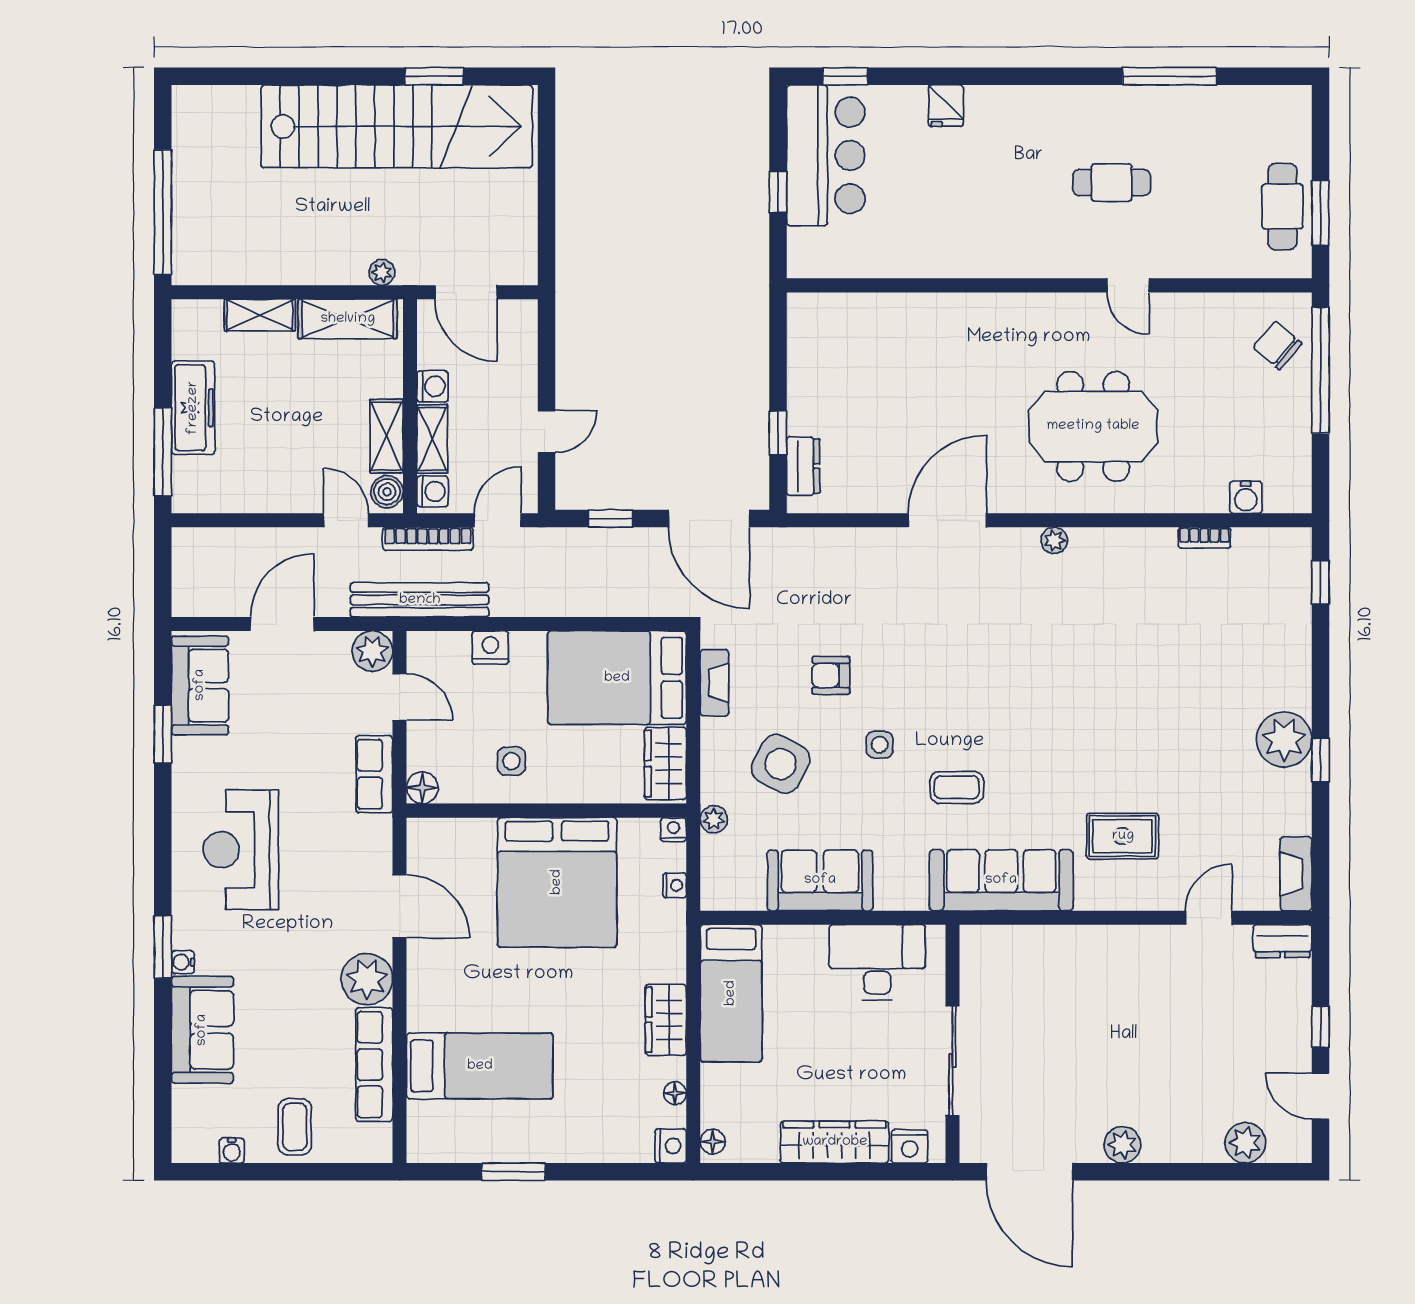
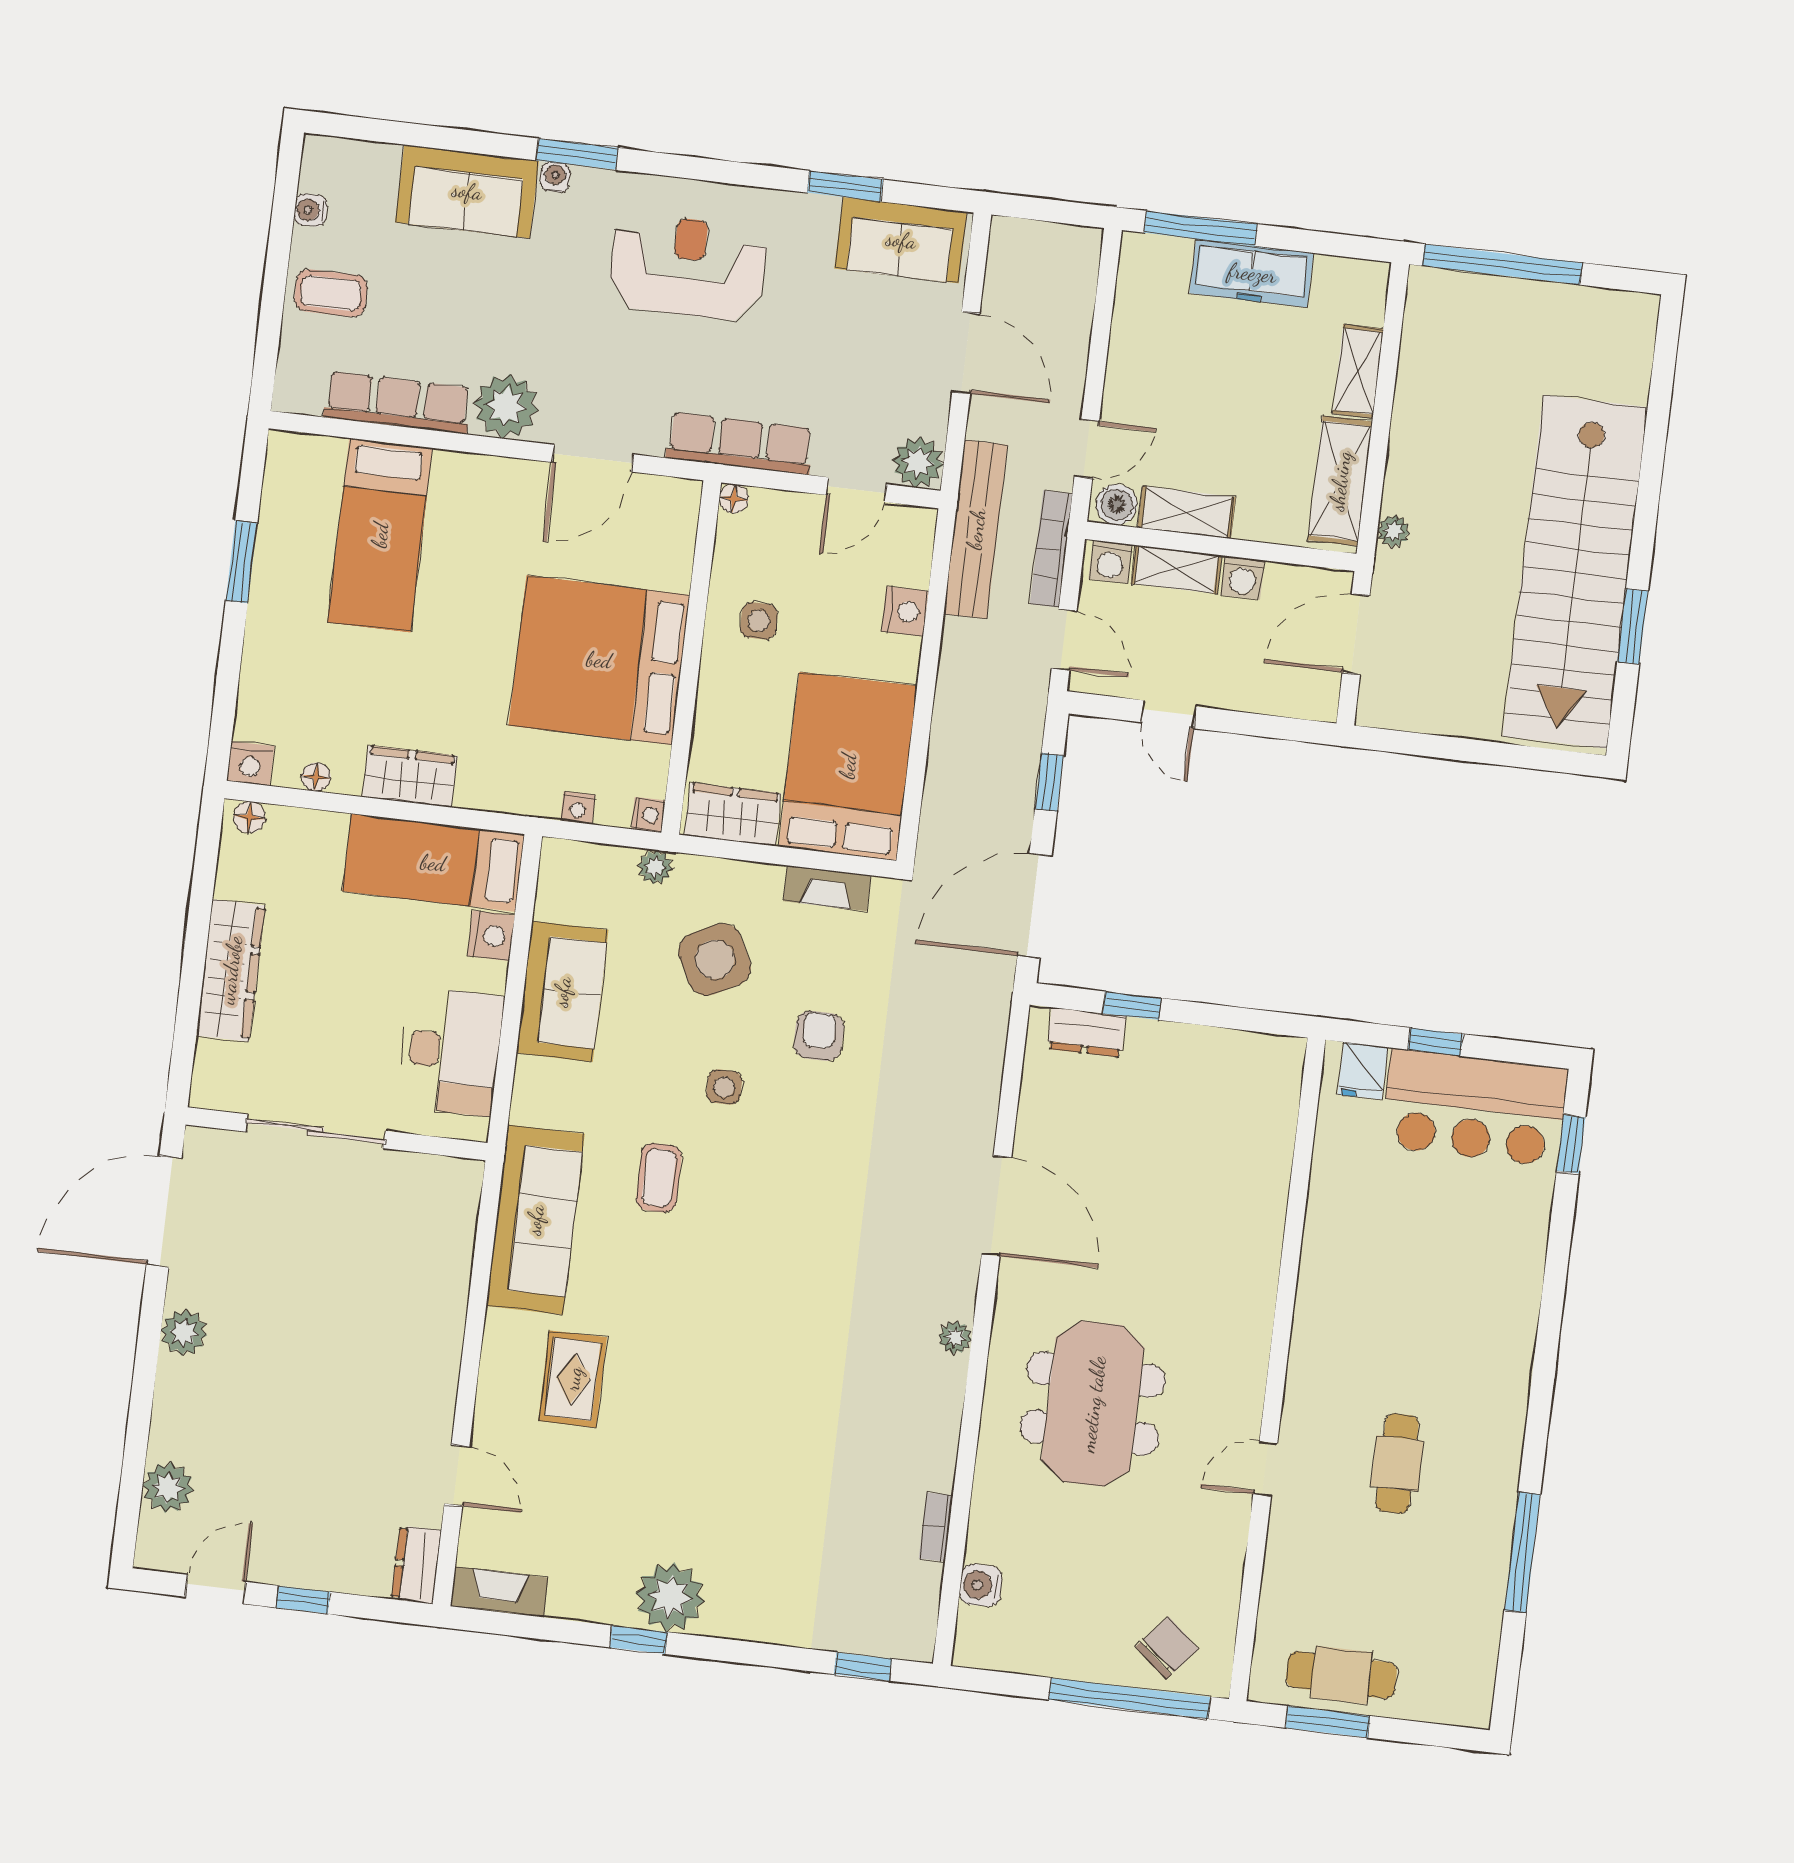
fridge: (946, 106) -> (1363, 1071), moved, turned -90
side table: (781, 764) -> (715, 959), turned 35
row of seats: (374, 774) -> (740, 443), width x1.48
floor lamp: (422, 788) -> (734, 499), width x0.73, depth x0.73
nightstand: (910, 1146) -> (491, 936), moved, turned 180

